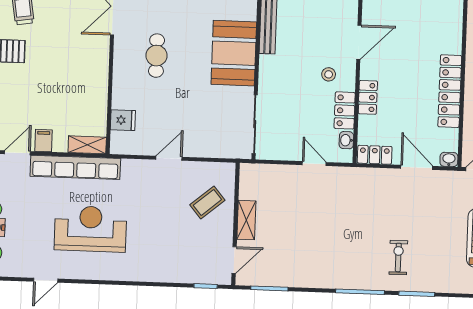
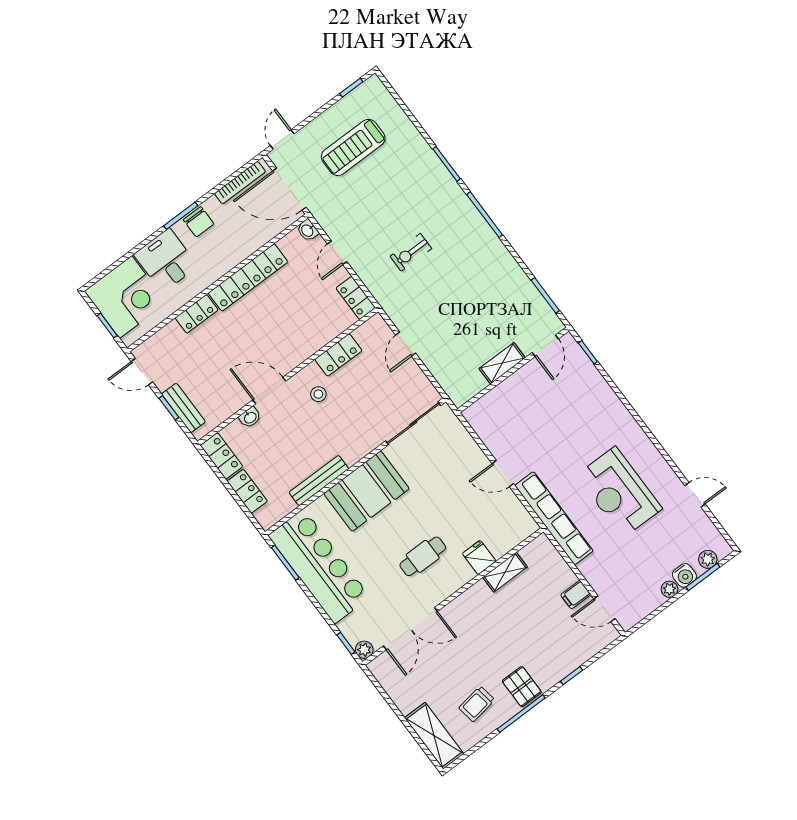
locker: (368, 97) -> (197, 314), moved, turned 180
fridge: (123, 120) -> (479, 557), moved
washbasin: (346, 140) -> (250, 417), moved
shelving: (87, 145) -> (505, 572), moved, turned 90
row of seats: (75, 167) -> (554, 518), moved
door: (417, 167) -> (337, 253), width x0.73
coffee table: (207, 202) -> (514, 409), removed
exercise bike: (398, 257) -> (411, 252), moved
door: (234, 260) -> (545, 346), swing flipped

